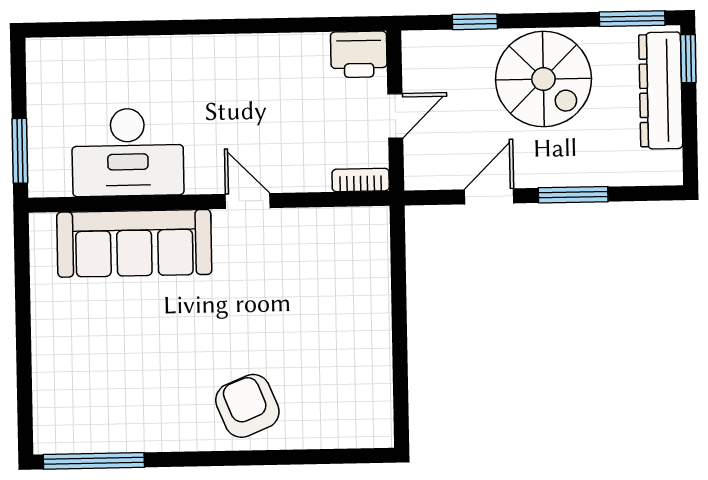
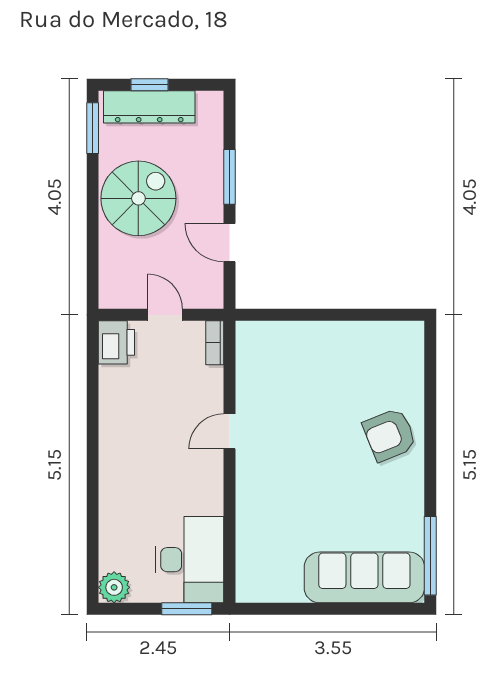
window: (475, 22) -> (93, 251), removed
plant: (46, 57) -> (114, 587), added
window: (688, 59) -> (149, 85), moved
desk: (128, 152) -> (190, 560), moved
sofa: (134, 243) -> (364, 577), moved, turned -90

